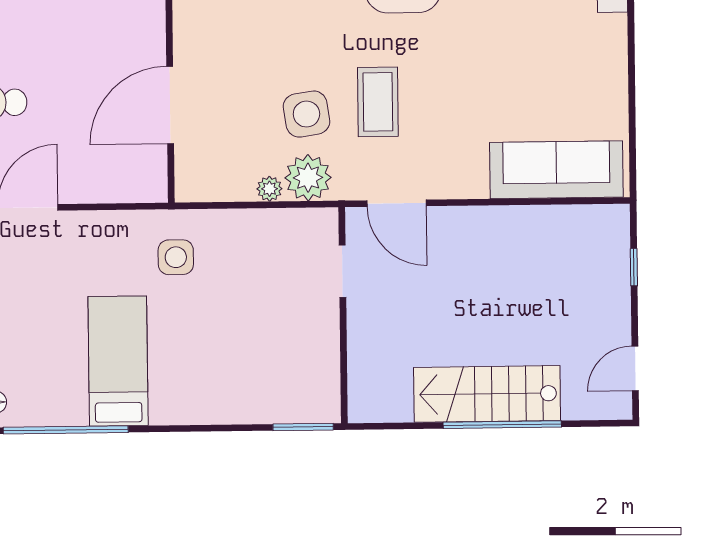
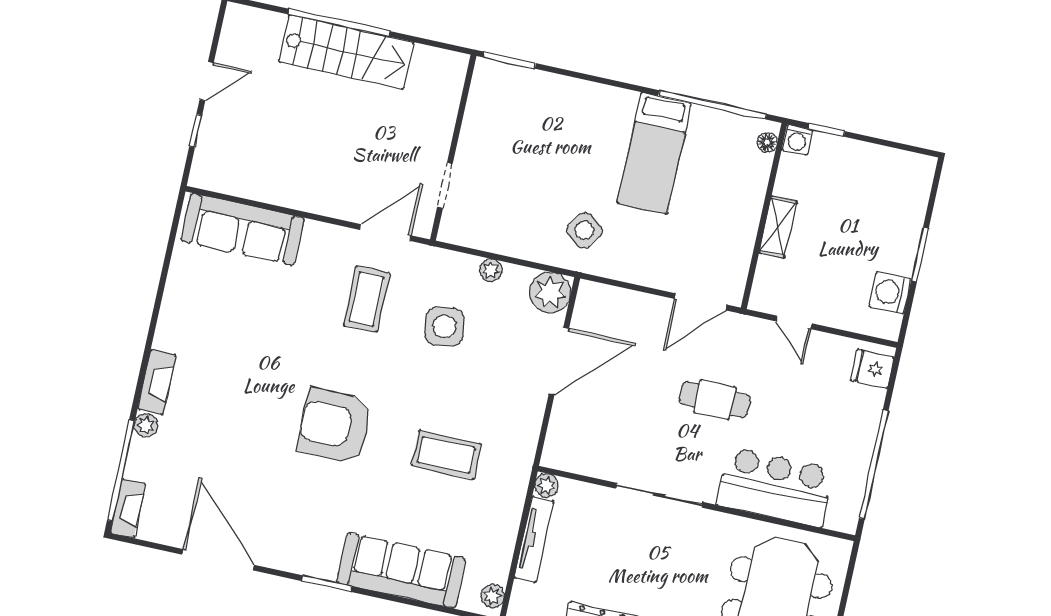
coffee table: (378, 102) -> (366, 299), moved
plant: (308, 178) -> (550, 293), moved
door: (397, 203) -> (385, 233), hinge flipped
side table: (176, 257) -> (584, 230), turned 37
door: (635, 368) -> (207, 81), moved

